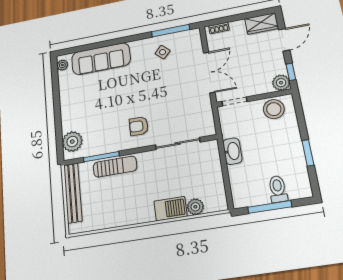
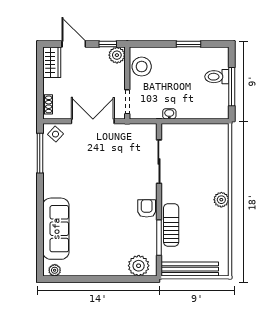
side table: (163, 52) -> (55, 134), moved
armchair: (139, 126) -> (147, 208), moved, turned 180
washbasin: (232, 151) -> (169, 114), width x0.52, depth x0.69
plant: (195, 207) -> (221, 200), moved
barbecue: (170, 209) -> (219, 176), removed

